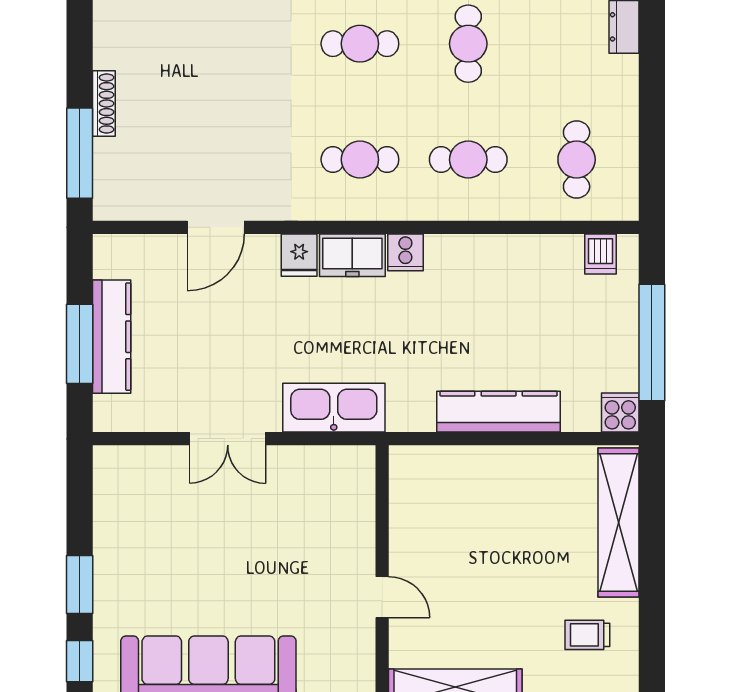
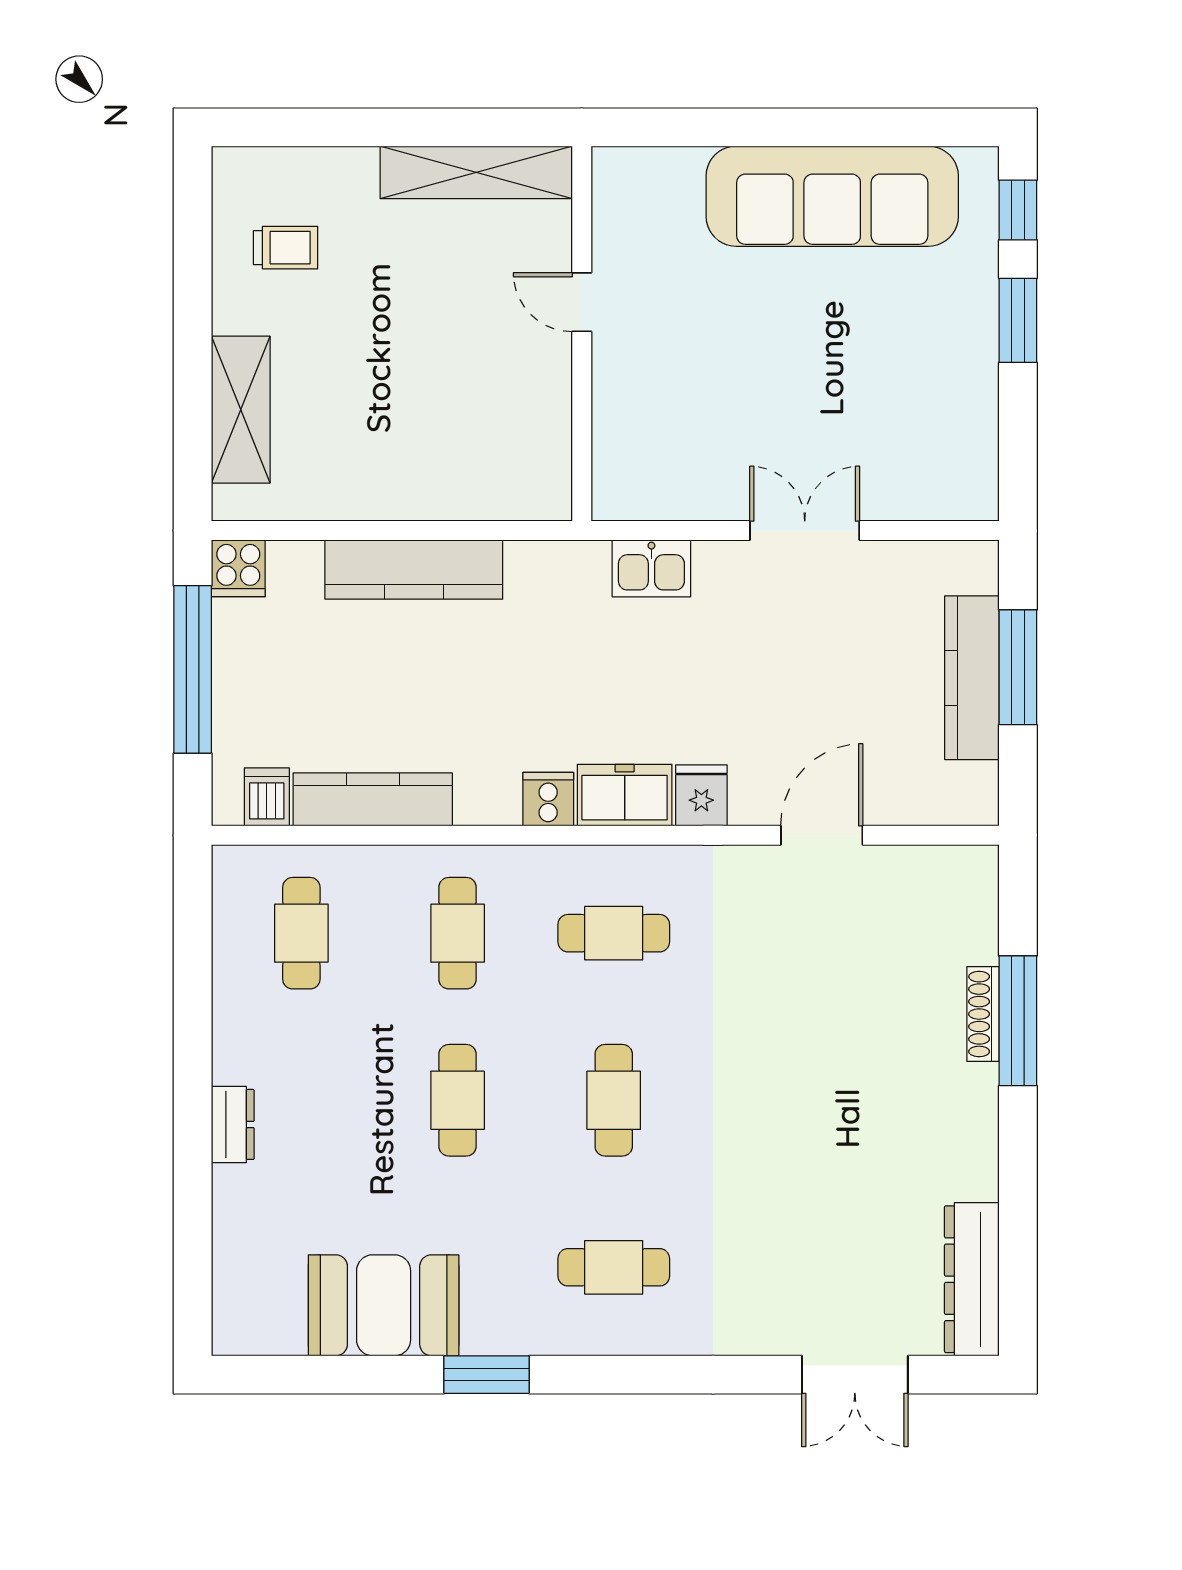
cafe table: (360, 44) -> (614, 1100), turned 90
window: (80, 153) -> (1018, 1021), moved
cafe table: (468, 160) -> (458, 933), turned 90
kitchen counter: (527, 252) -> (373, 799), added
kitchen sink: (334, 408) -> (651, 568), width x0.53, depth x0.81
shelving: (619, 523) -> (241, 410), width x0.68

